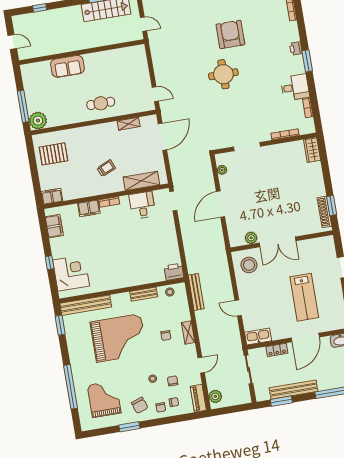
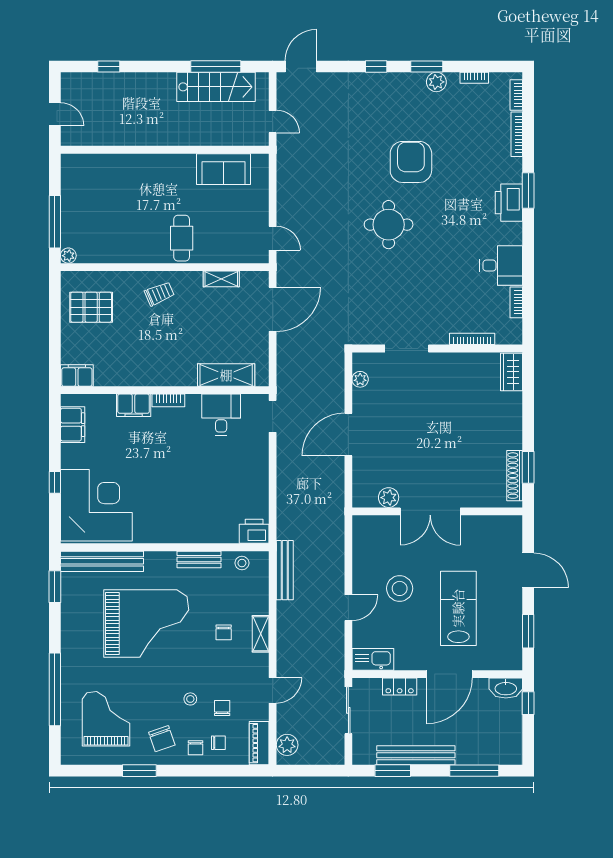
printer: (296, 48) -> (509, 203), width x1.87, depth x1.48
window: (307, 61) -> (528, 191), moved
sofa: (67, 66) -> (224, 169), moved
cafe table: (101, 103) -> (182, 238), turned 90
plant: (38, 121) -> (68, 256), width x0.53, depth x0.53
trolley: (106, 168) -> (159, 294), moved
stool: (249, 265) -> (400, 588), moved
corner desk: (71, 273) -> (96, 505), width x1.36, depth x1.36
lab bench: (304, 297) -> (458, 608), turned 180
door: (238, 308) -> (348, 608), swing flipped

